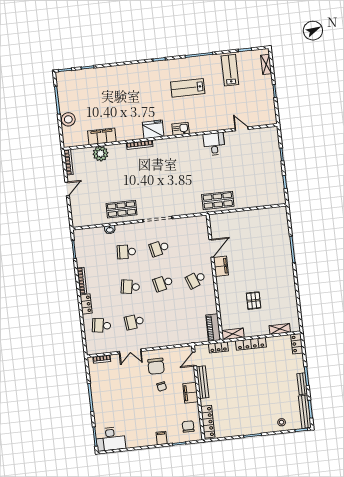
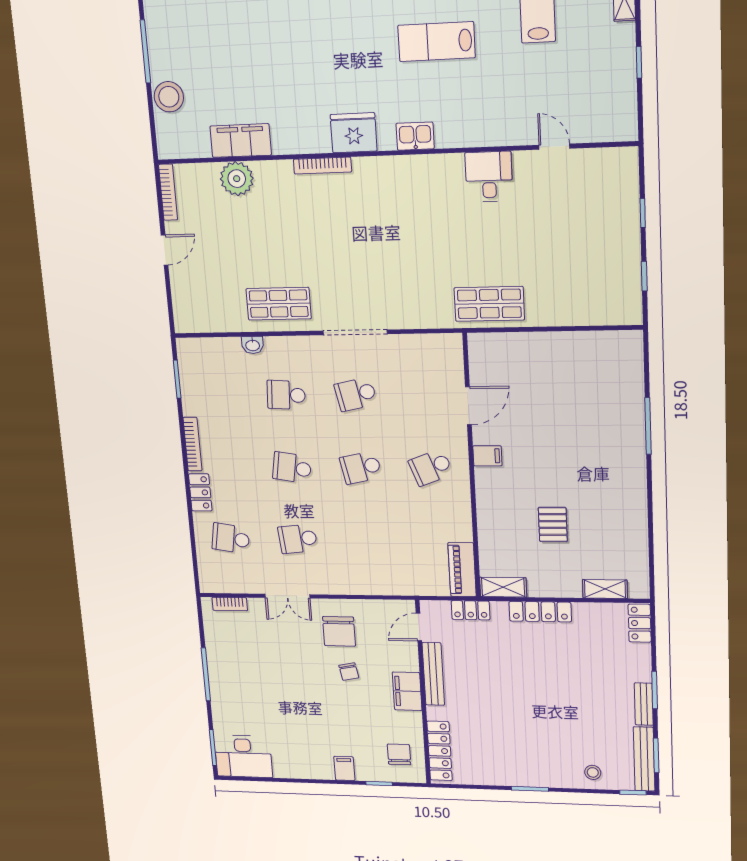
filing cabinet: (221, 266) -> (487, 456), width x0.50

